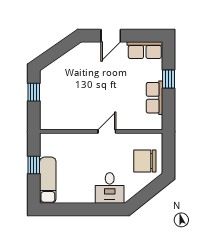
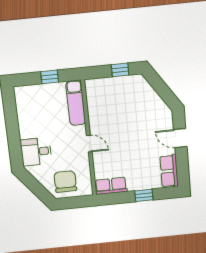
row of seats: (154, 98) -> (111, 186), moved
exam couch: (48, 180) -> (76, 103), moved, turned 90

